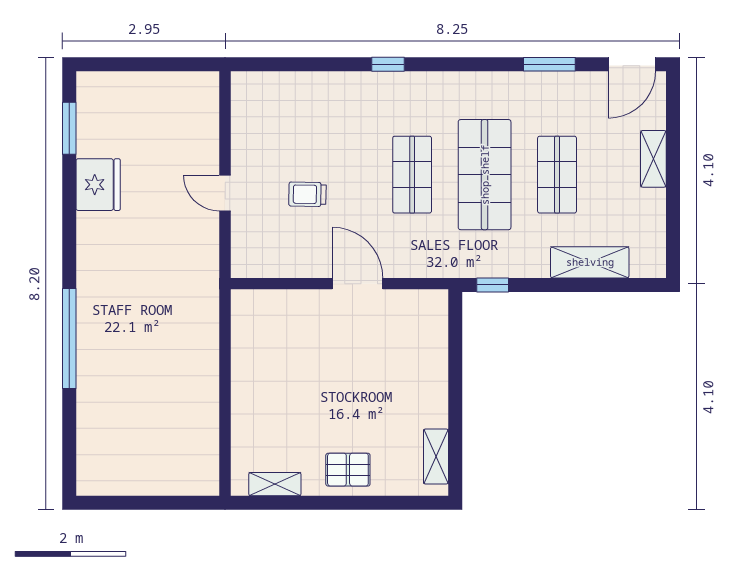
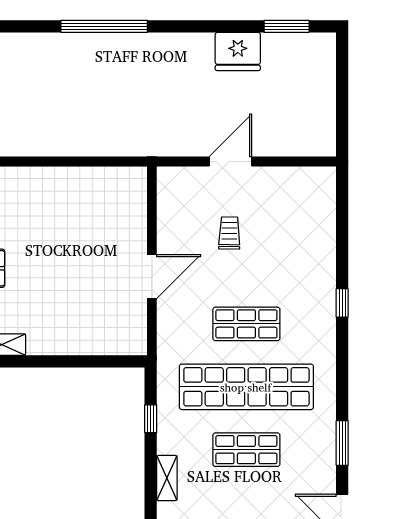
shop shelf: (485, 175) -> (246, 387), width x1.40
door: (225, 193) -> (230, 162), width x1.38
shelving: (590, 262) -> (167, 478), width x0.67, depth x0.75
window: (493, 285) -> (151, 419), moved

